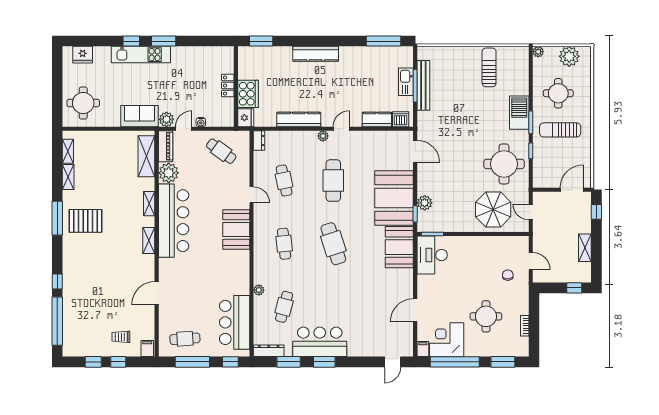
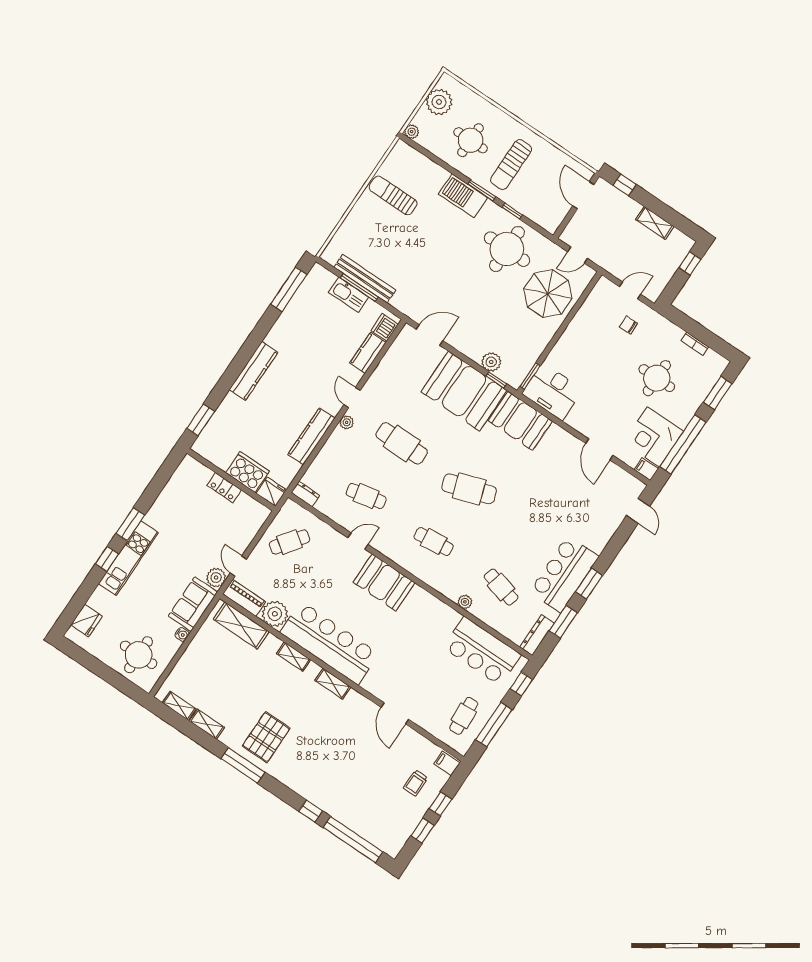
water cooler: (201, 122) -> (182, 634), moved

